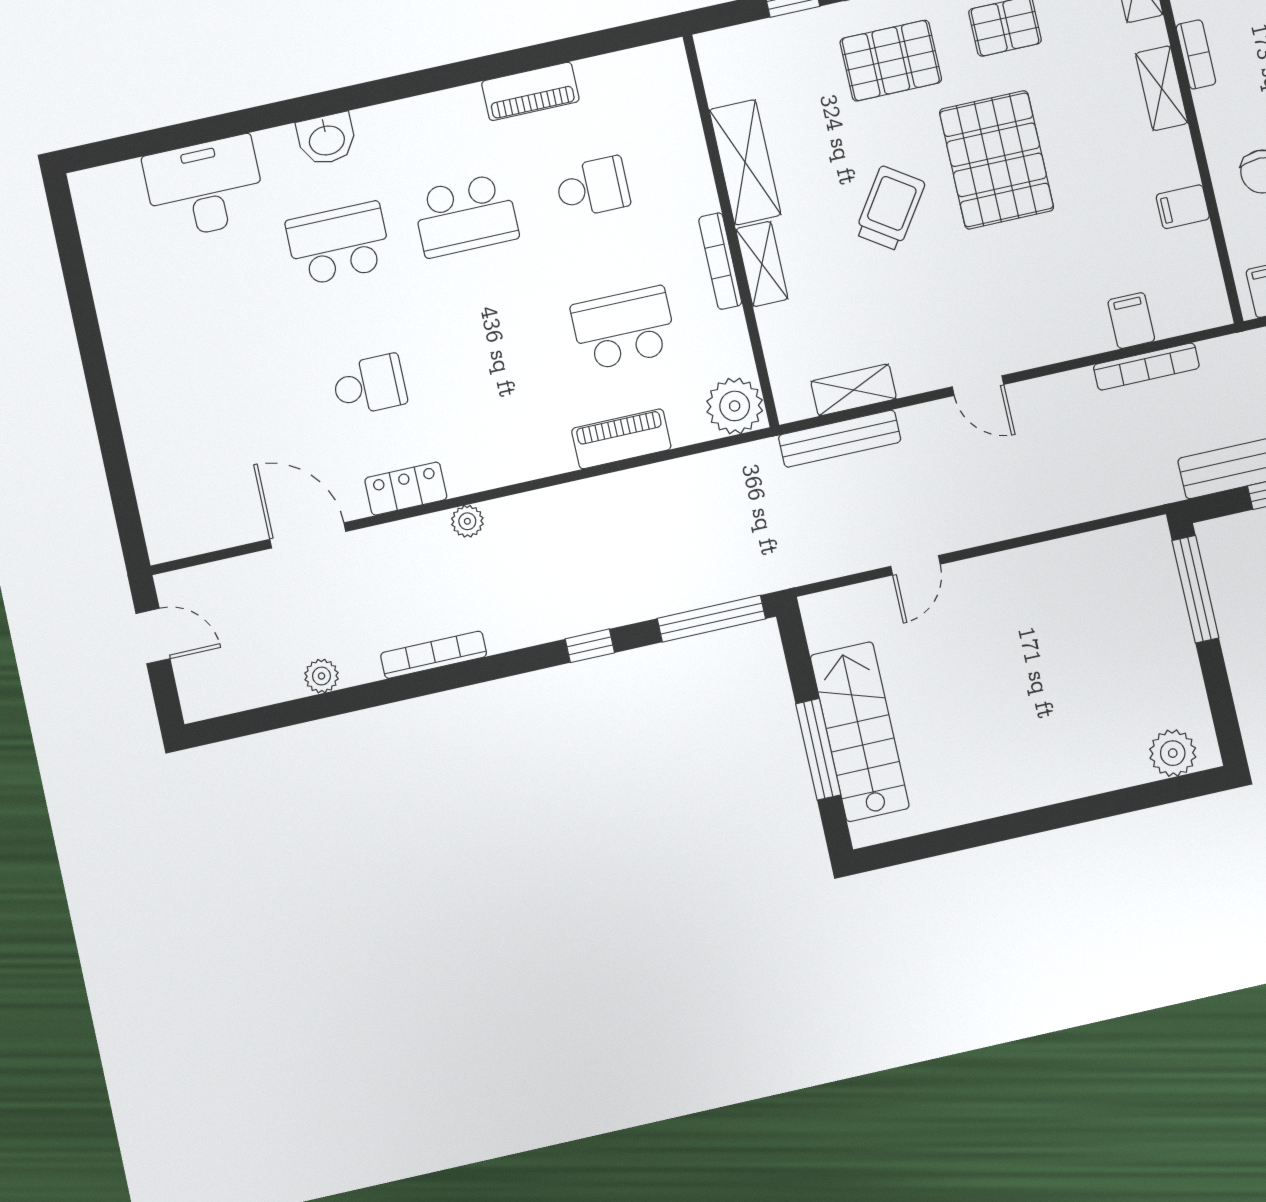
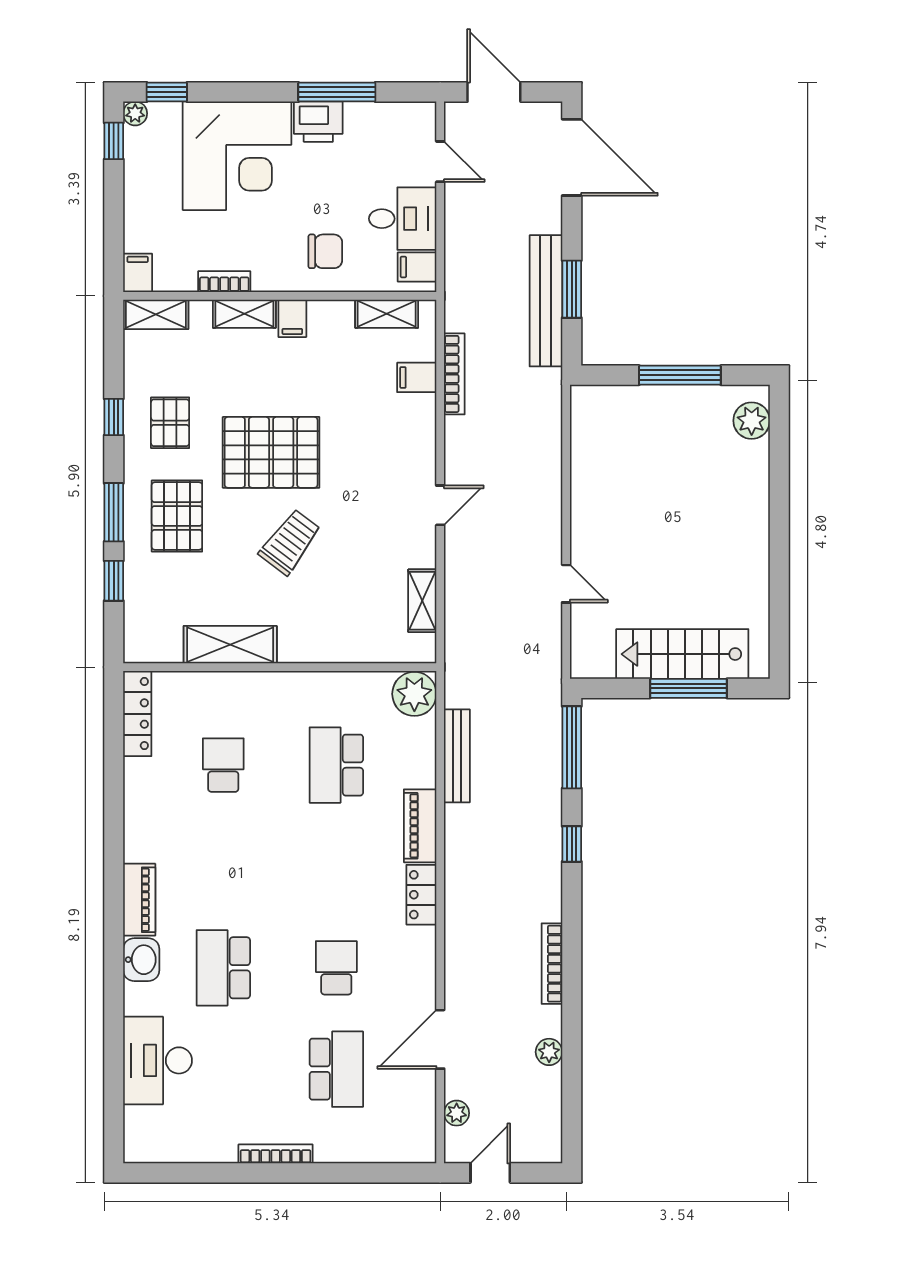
locker: (633, 66) -> (137, 714), added
piano: (530, 91) -> (139, 900), moved
filing cabinet: (1183, 207) -> (292, 318), moved
trolley: (890, 208) -> (290, 542), turned 93
school desk: (466, 215) -> (336, 1069), moved
bookcase: (720, 261) -> (276, 1154), moved, turned 180
shelving: (762, 264) -> (387, 314), moved
piano: (621, 439) -> (420, 826), moved
bench: (840, 439) -> (457, 756), moved
locker: (406, 489) -> (421, 895), moved
plant: (467, 521) -> (457, 1113), moved
window: (1195, 589) -> (680, 375), moved

